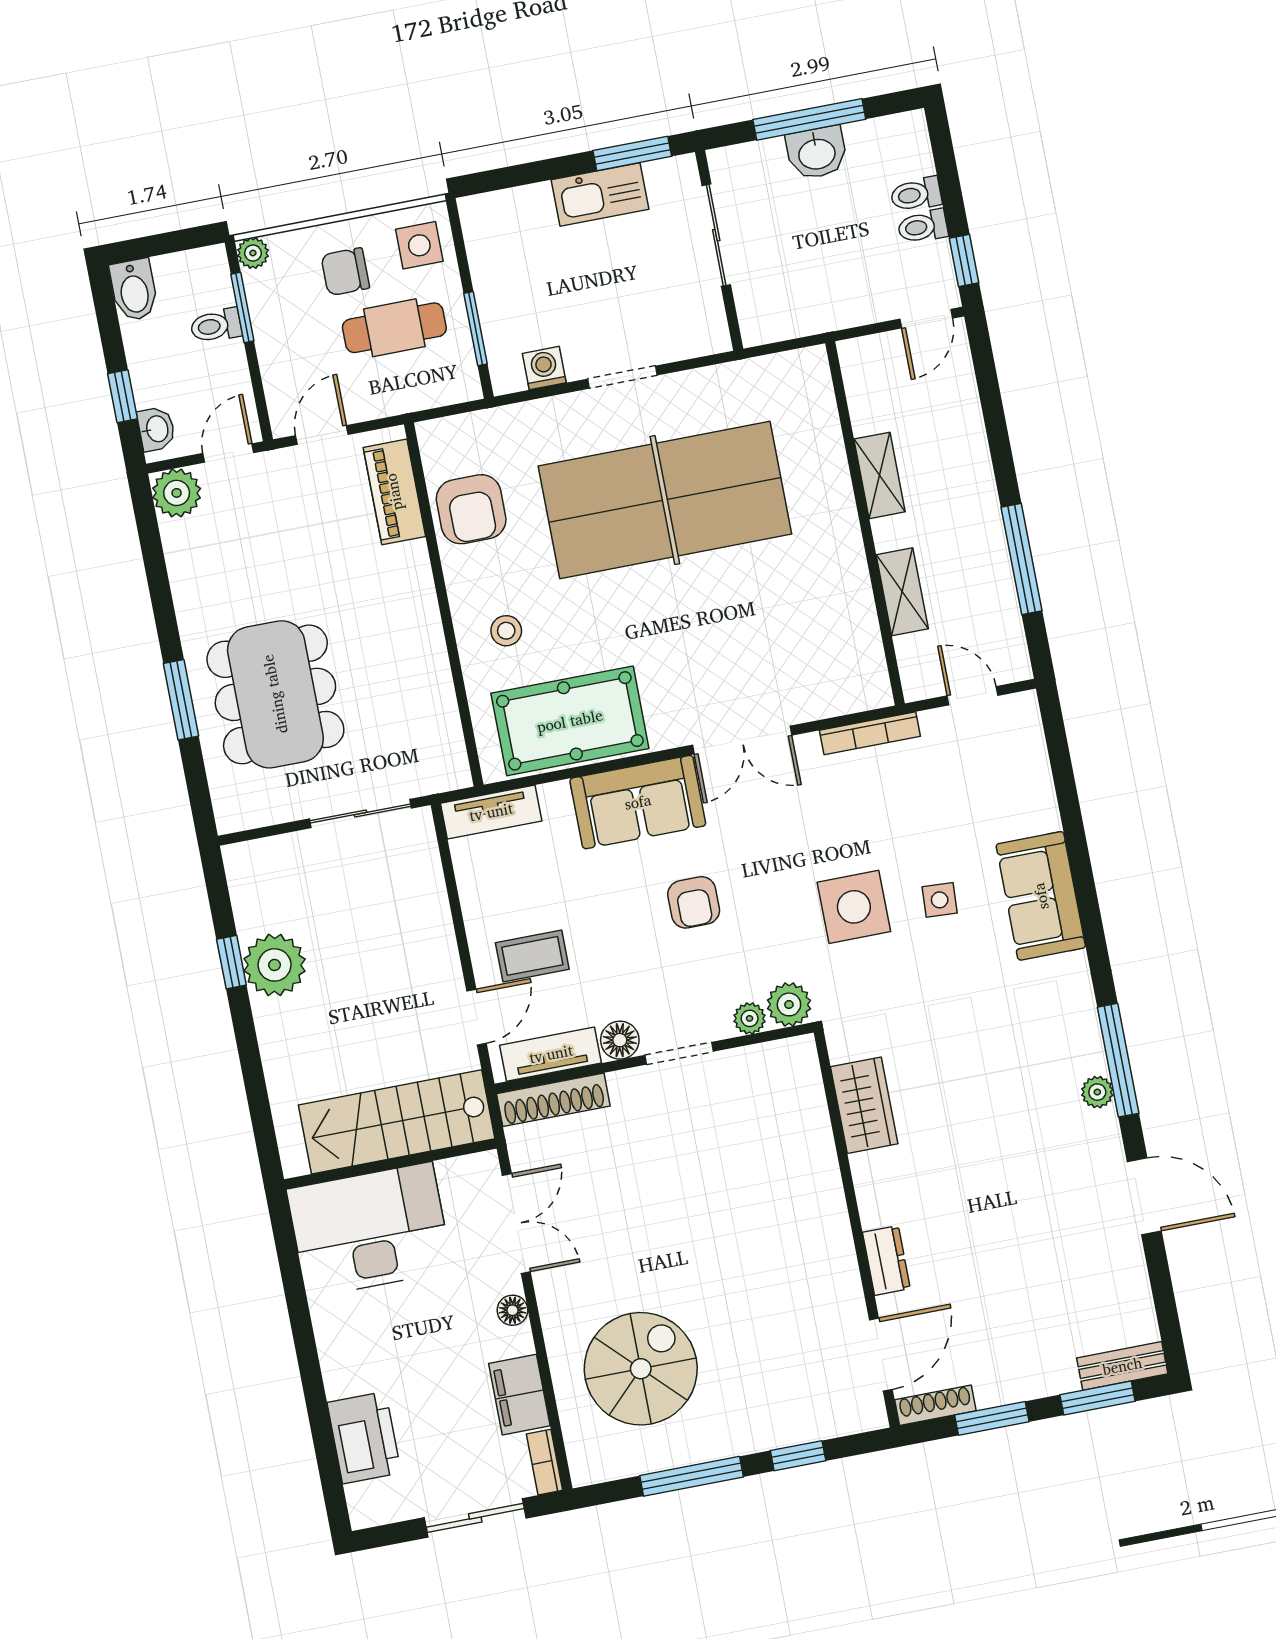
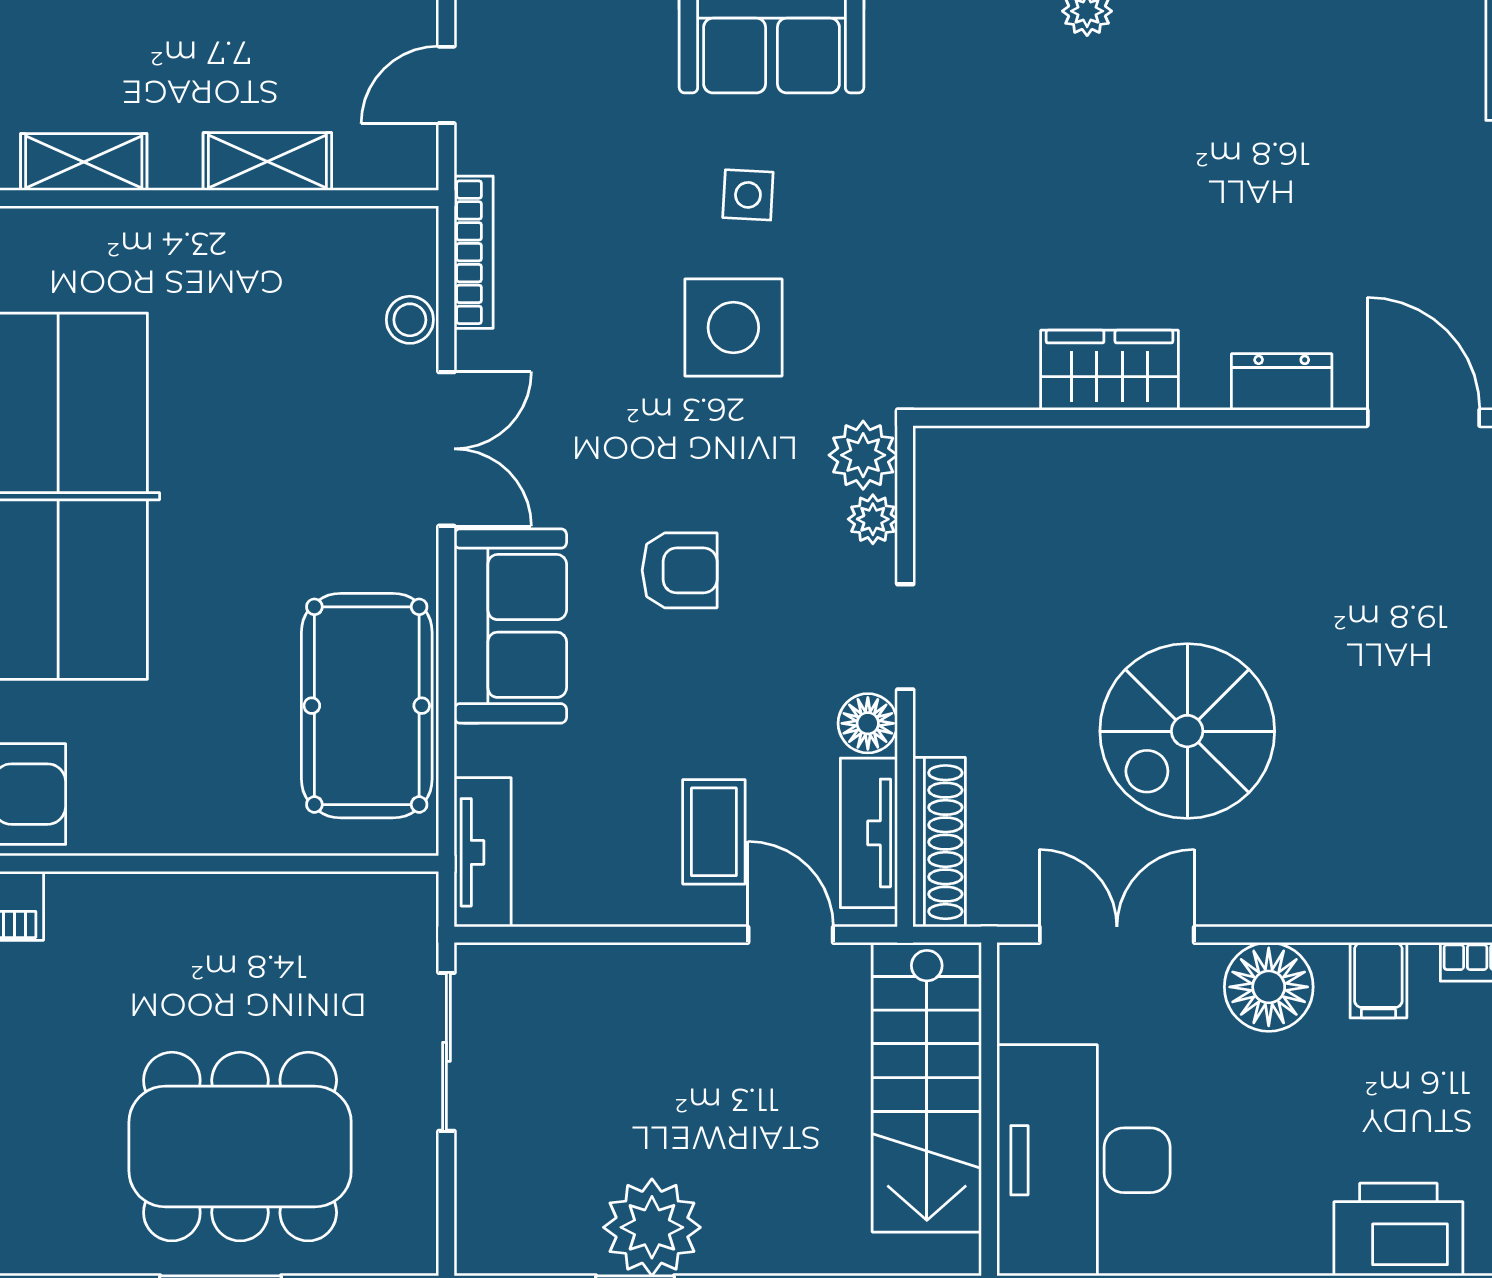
stool: (506, 631) -> (410, 320), moved
wardrobe: (864, 1105) -> (1109, 370), moved
floor lamp: (512, 1310) -> (1269, 987), width x1.89, depth x1.89
spiral stairs: (641, 1369) -> (1187, 731), moved, turned -90
filing cabinet: (519, 1395) -> (1378, 980), width x0.50

